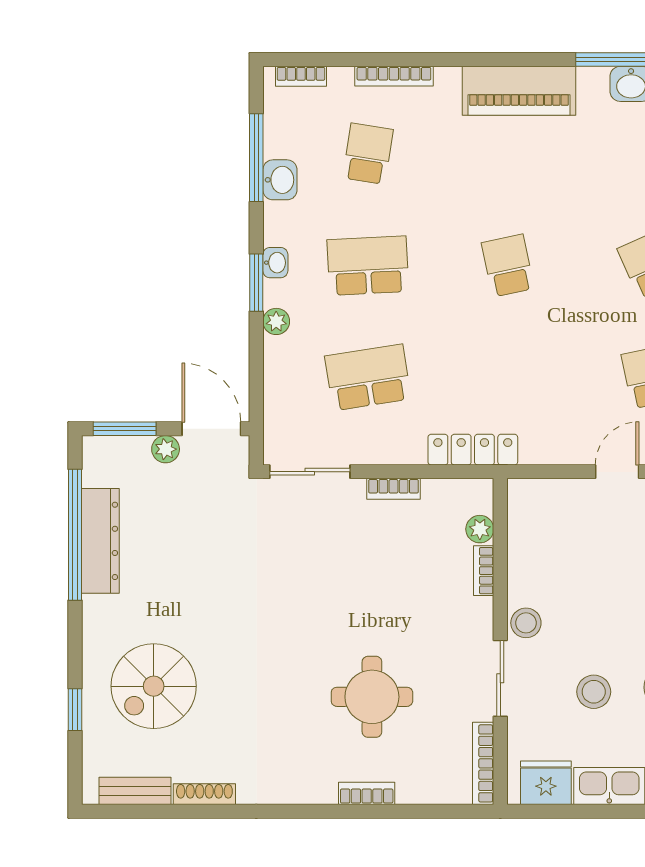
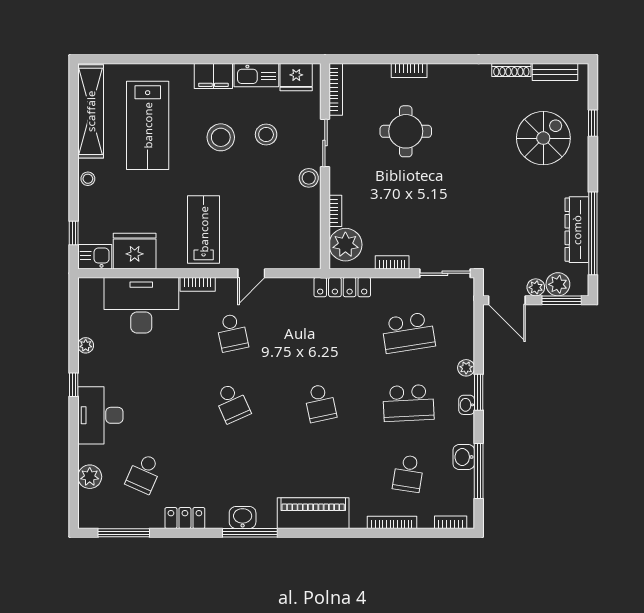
plant: (130, 454) -> (558, 284), added
plant: (480, 529) -> (345, 245), width x1.88, depth x1.88

